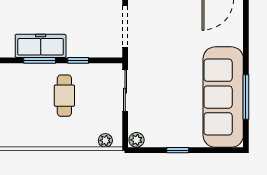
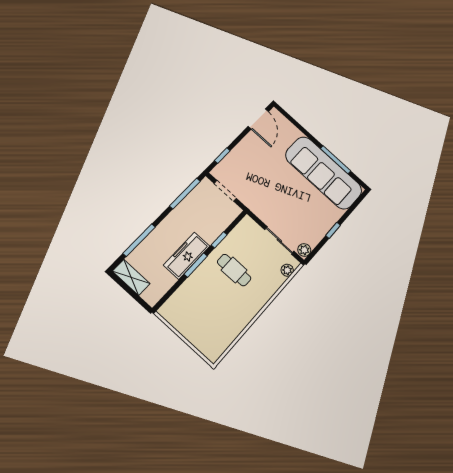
doorway: (125, 27) -> (225, 191), width x0.73
sliding door: (125, 91) -> (279, 240), moved

